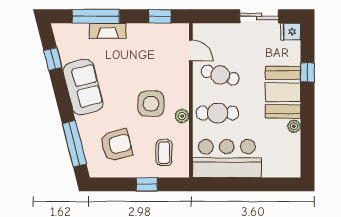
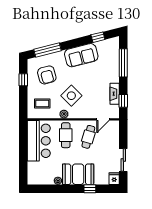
fireplace: (108, 31) -> (115, 94), moved
side table: (151, 104) -> (71, 96), turned 45
window: (147, 184) -> (23, 80), moved

